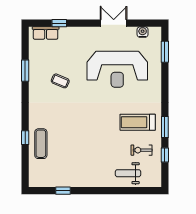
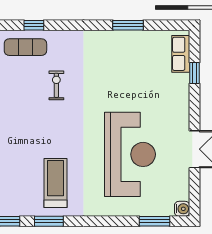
water cooler: (143, 32) -> (182, 209), moved
reception desk: (117, 69) -> (130, 154), turned 180
coffee table: (60, 81) -> (113, 74), removed
exercise bike: (142, 150) -> (56, 85), moved

